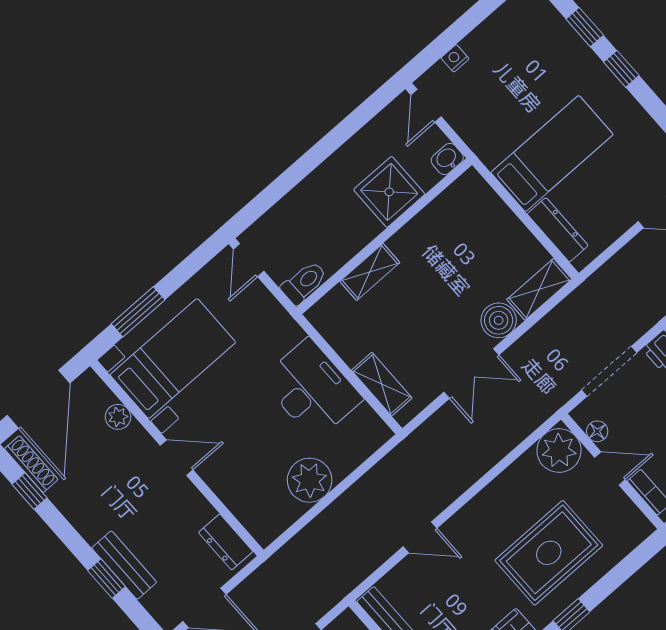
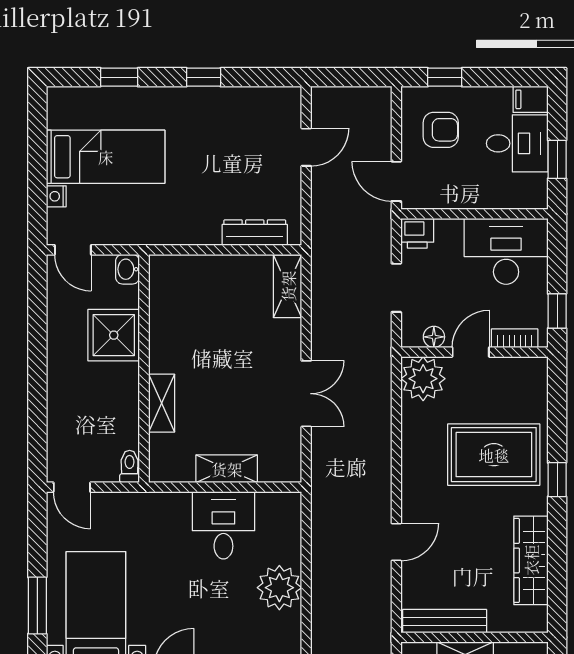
window: (621, 69) -> (204, 77), moved
bed: (552, 154) -> (106, 157), moved, turned 90
toilet: (304, 283) -> (130, 466), width x0.73, depth x0.72
boiler: (499, 320) -> (284, 338), removed
doorway: (609, 371) -> (396, 288), width x0.73
shelving: (382, 384) -> (227, 469), moved
desk: (312, 389) -> (223, 525), width x0.73
rug: (549, 553) -> (494, 455), turned 90

